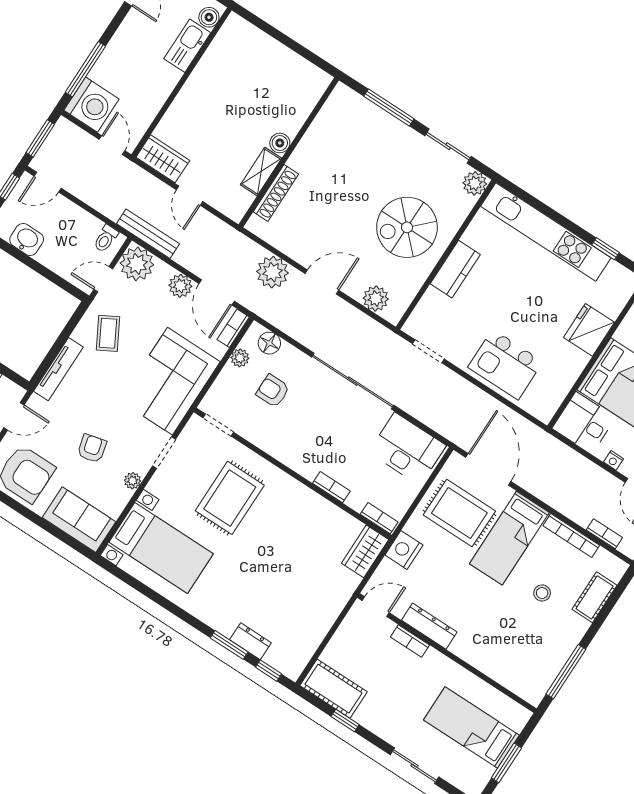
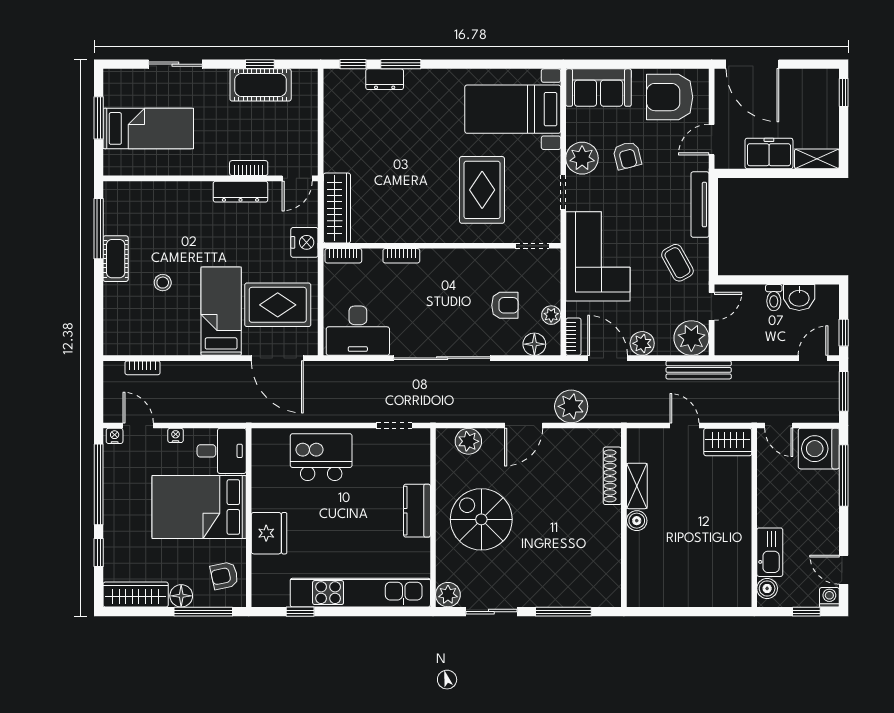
spiral stairs: (407, 227) -> (481, 519), turned -90
toilet: (106, 239) -> (774, 298), moved, turned 180
plant: (133, 481) -> (582, 158), width x1.87, depth x1.87
bookcase: (571, 536) -> (170, 348), removed
wardrobe: (365, 551) -> (337, 208), width x1.50
cot: (594, 597) -> (116, 259), moved
cot: (334, 689) -> (261, 85), moved

